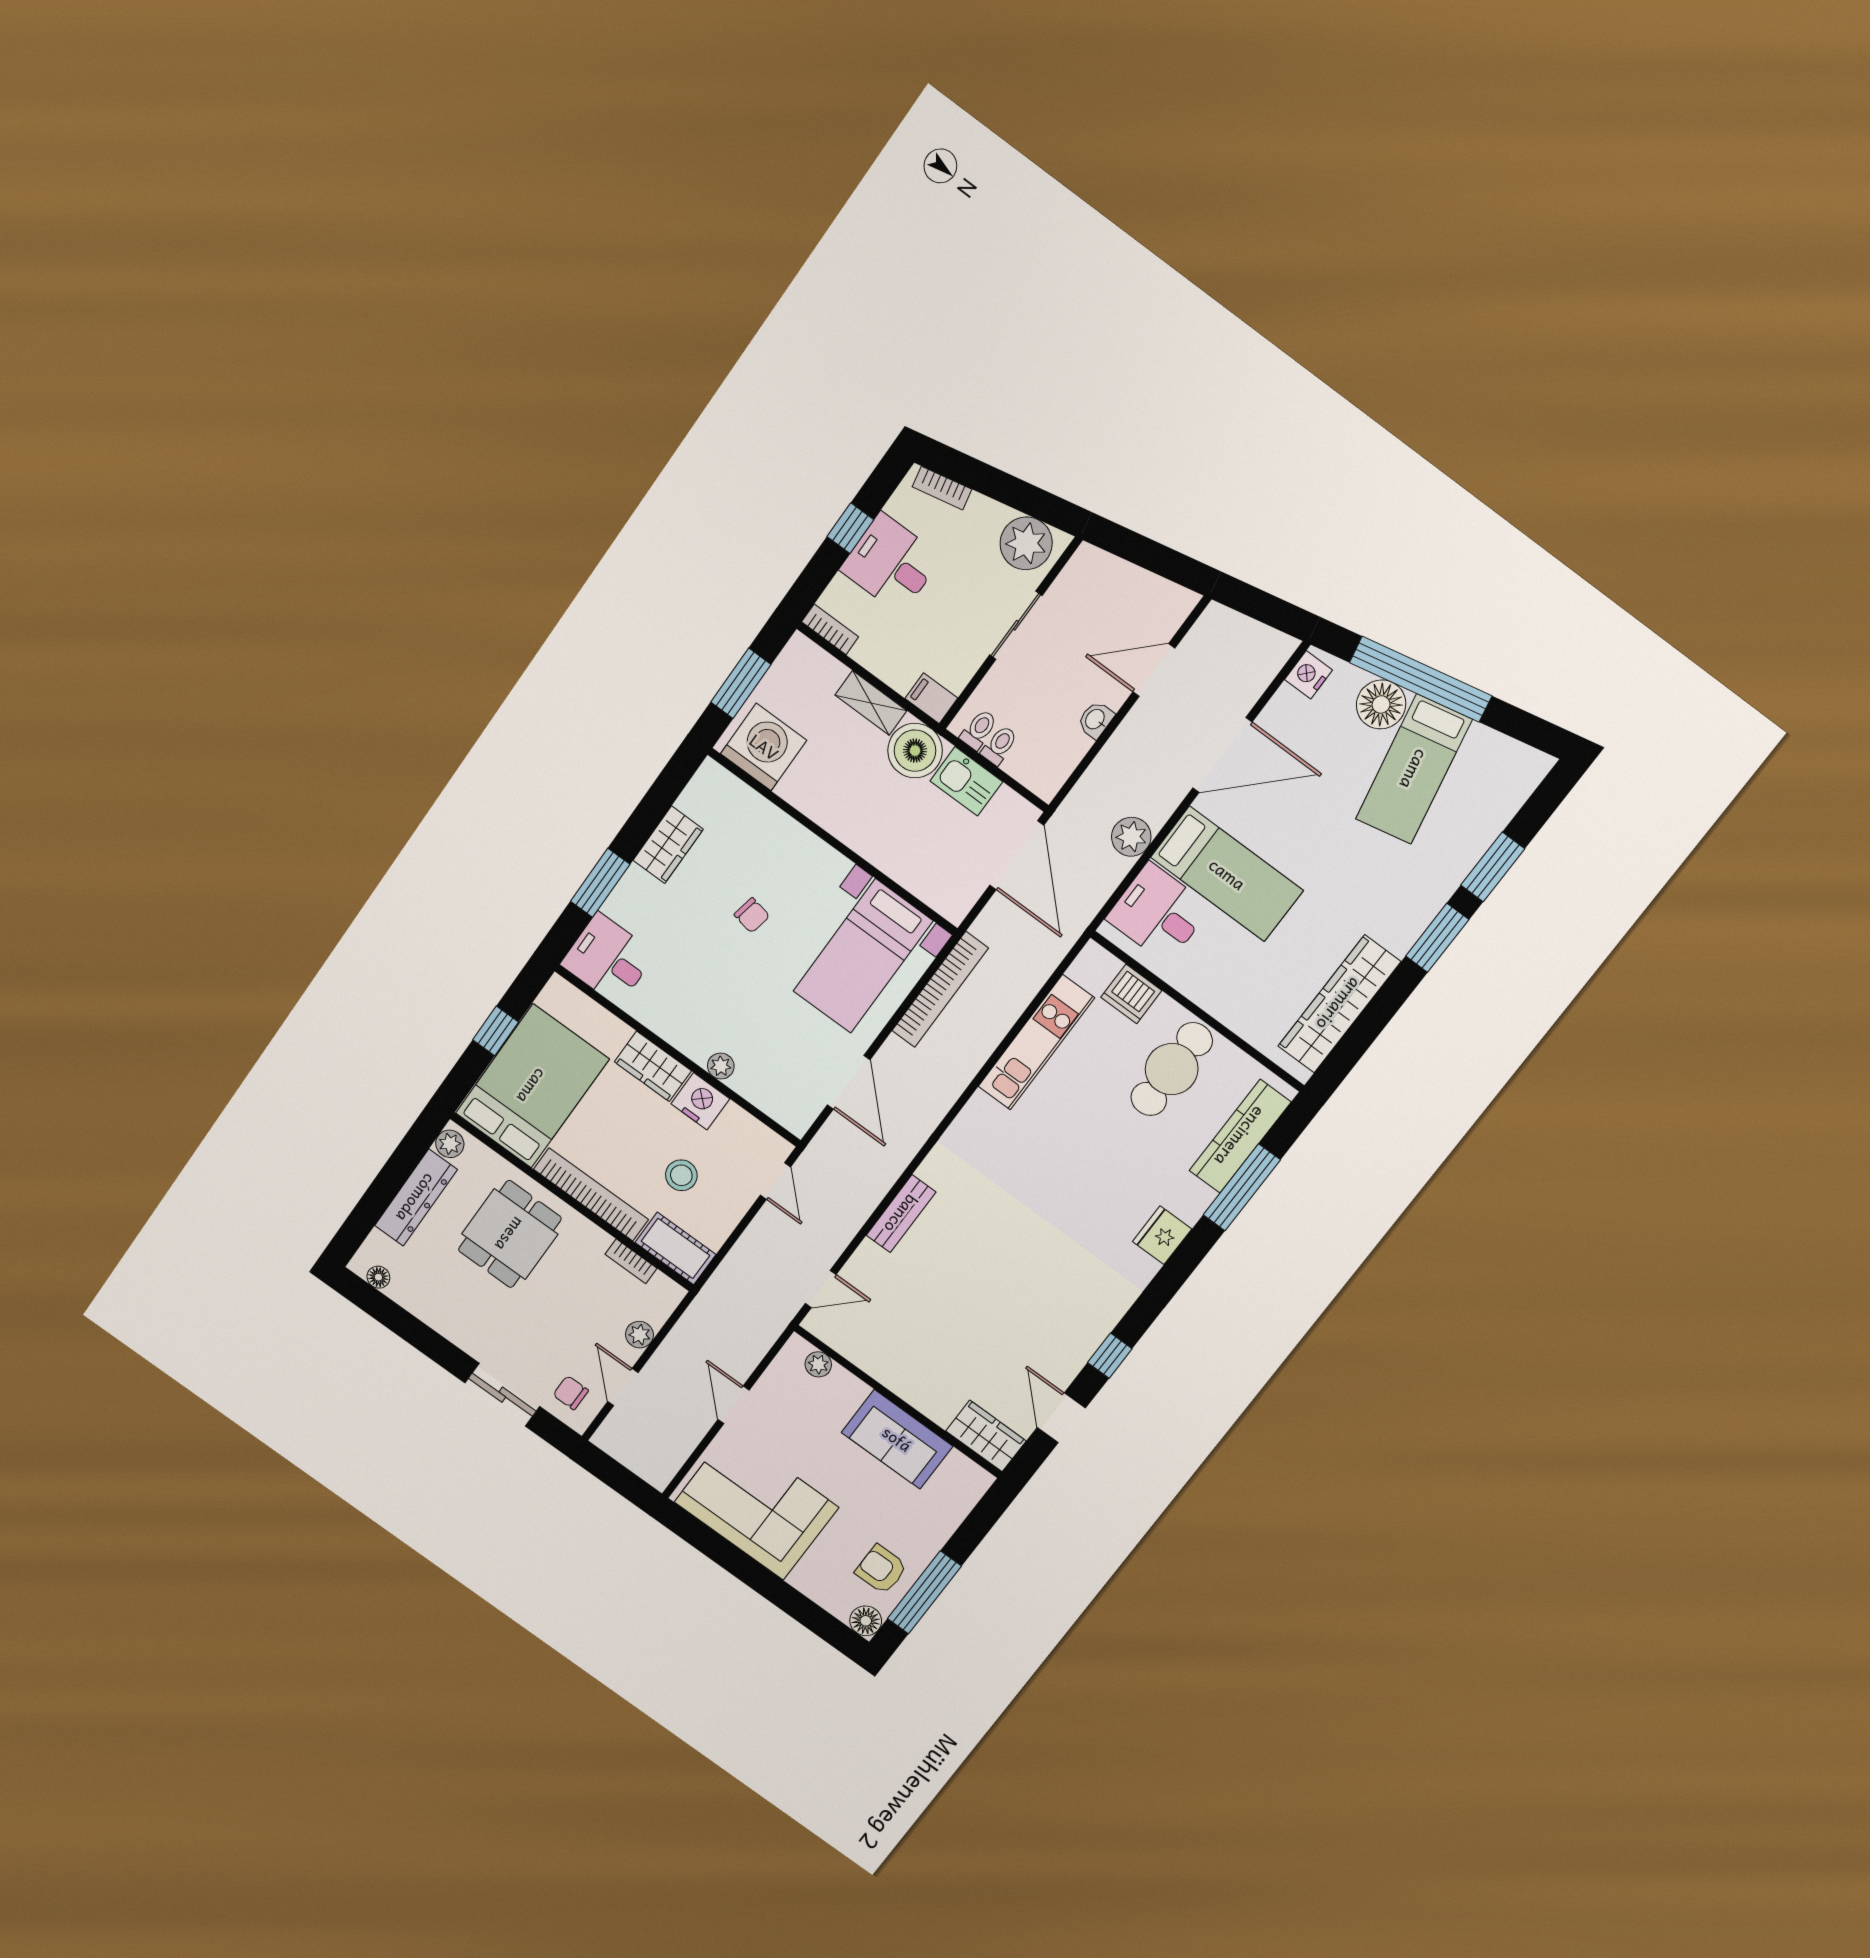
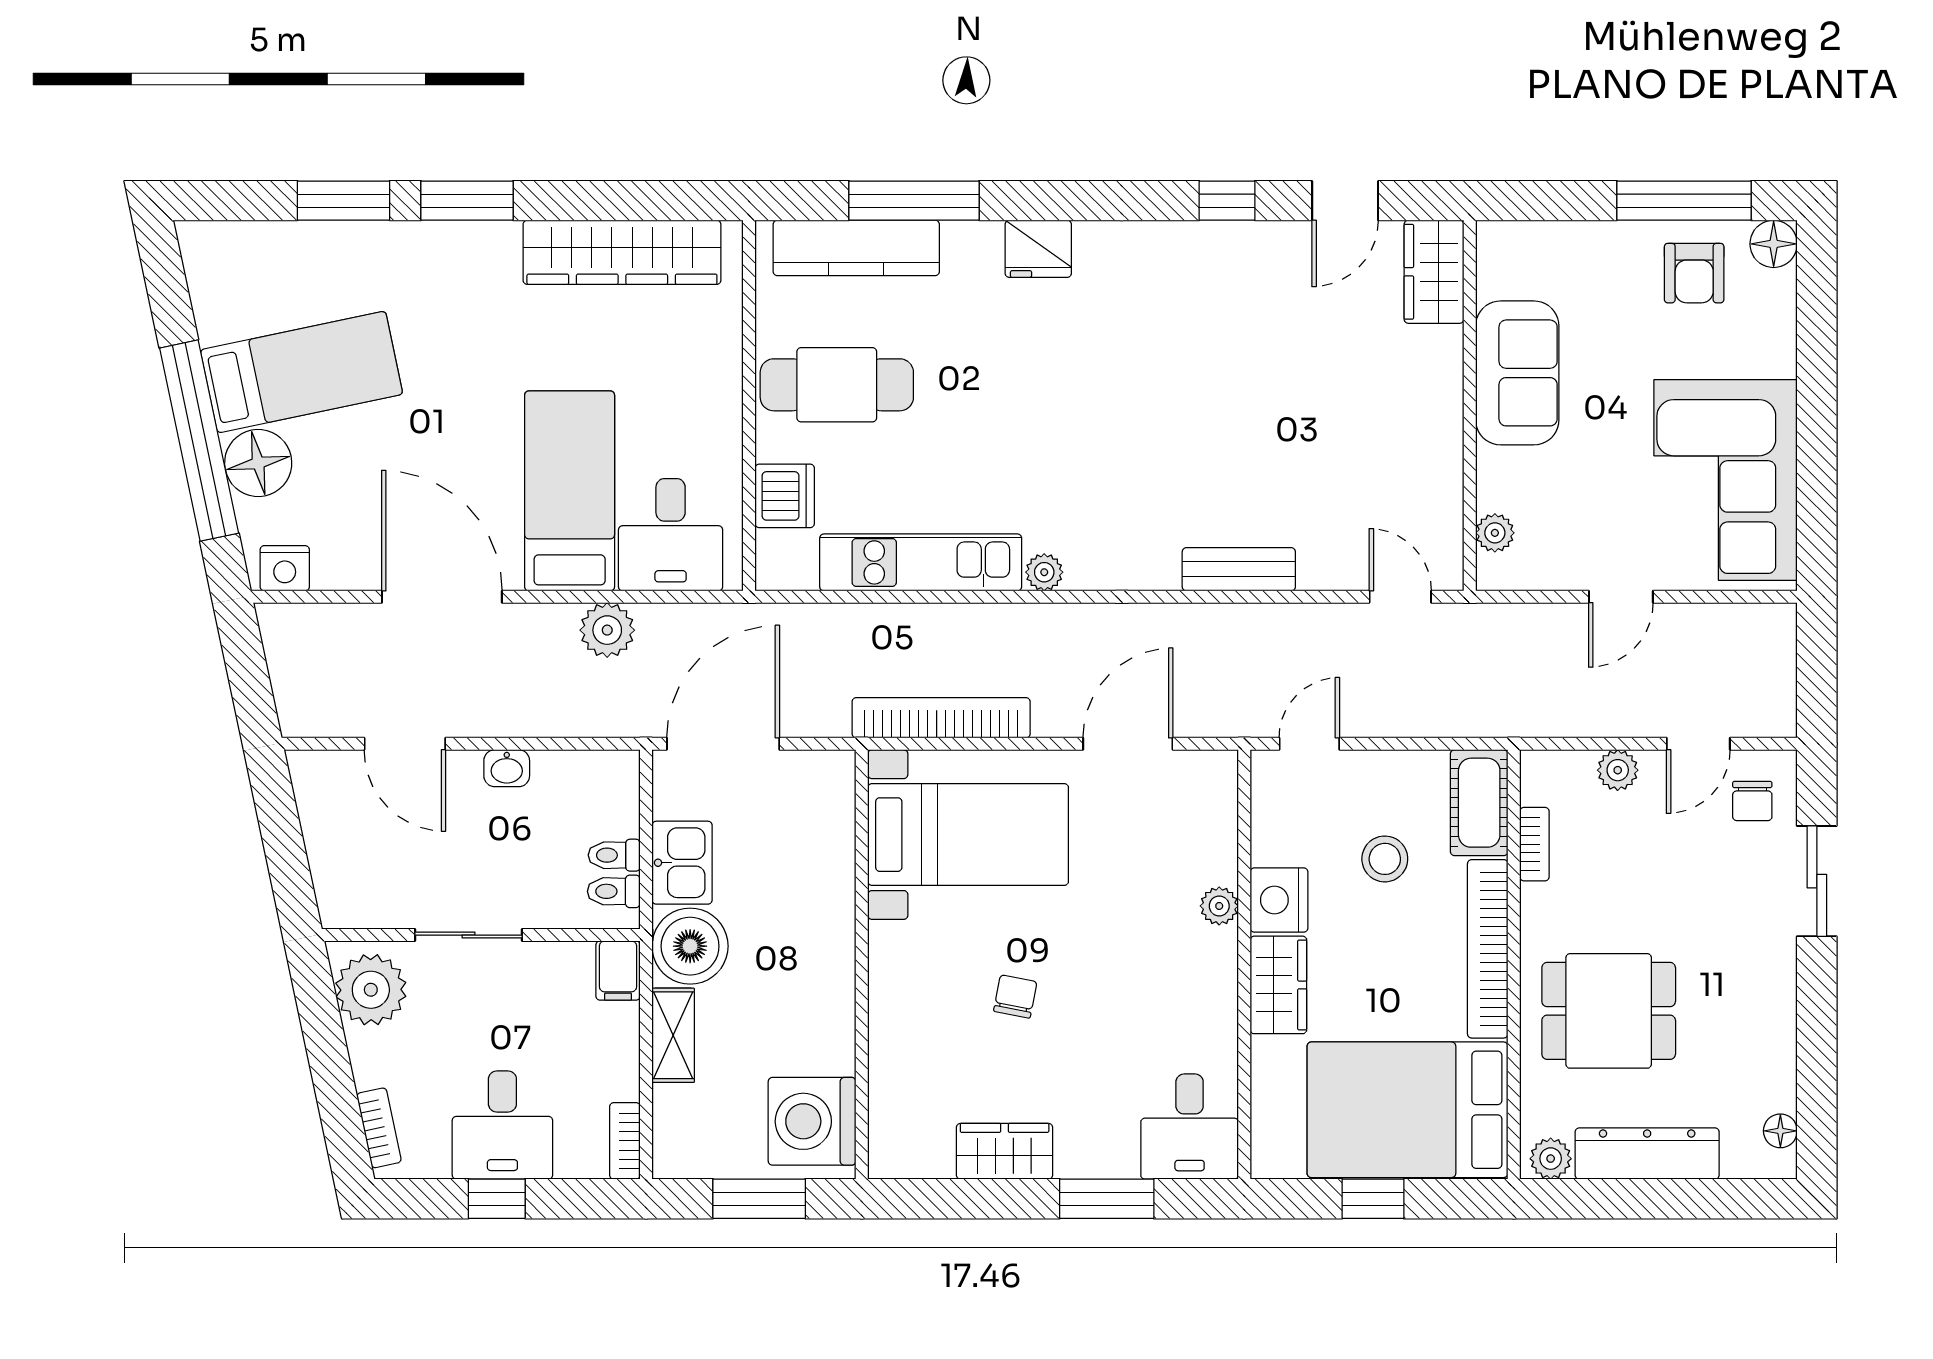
plant: (979, 1107) -> (1044, 572), added

